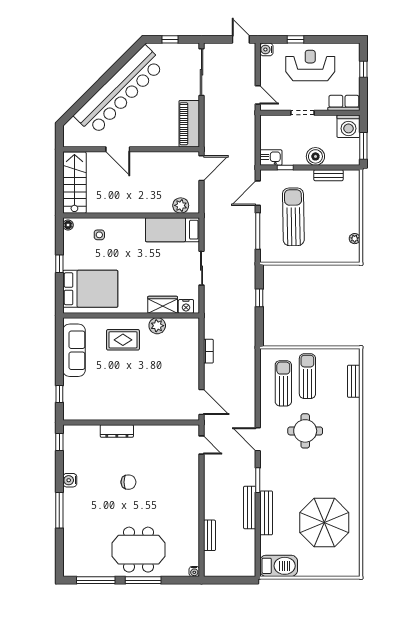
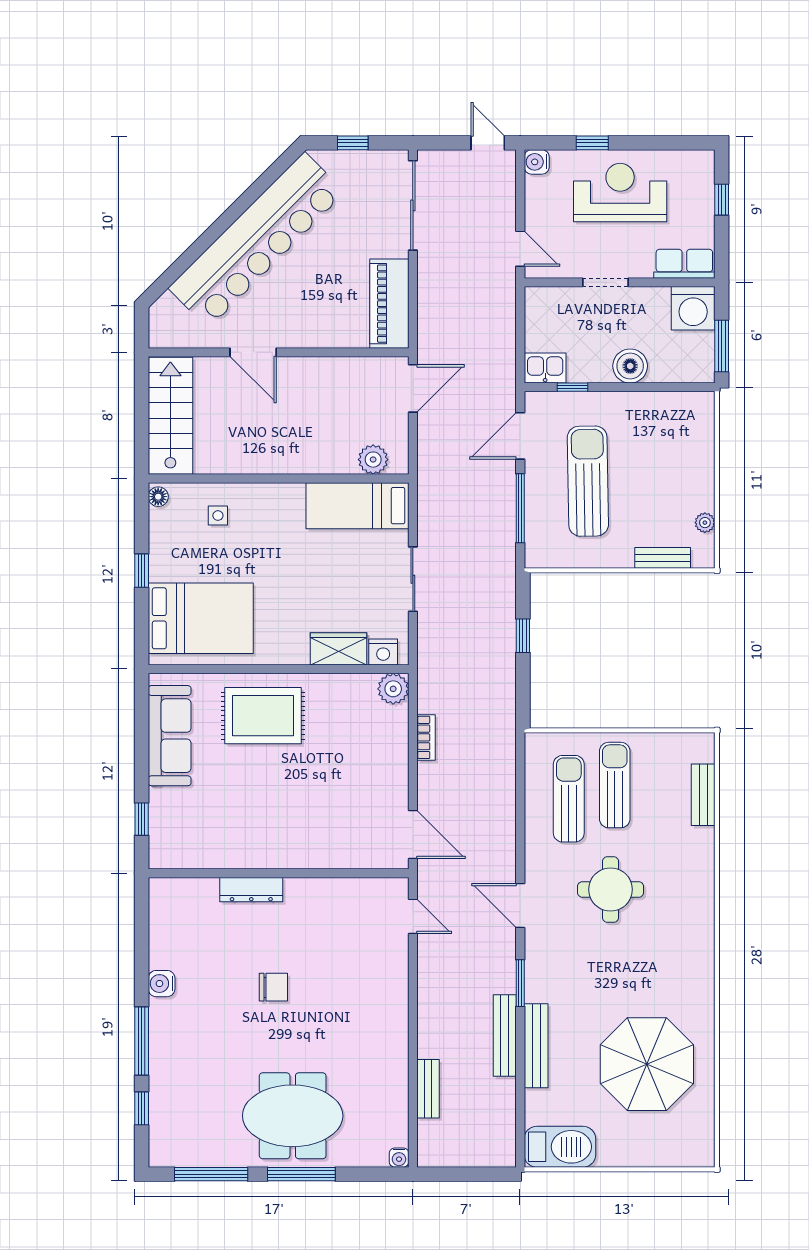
bench: (328, 175) -> (663, 558), moved
plant: (157, 326) -> (393, 689), moved
rug: (123, 340) -> (263, 716), width x1.36, depth x1.43
window: (59, 442) -> (142, 1108), moved

